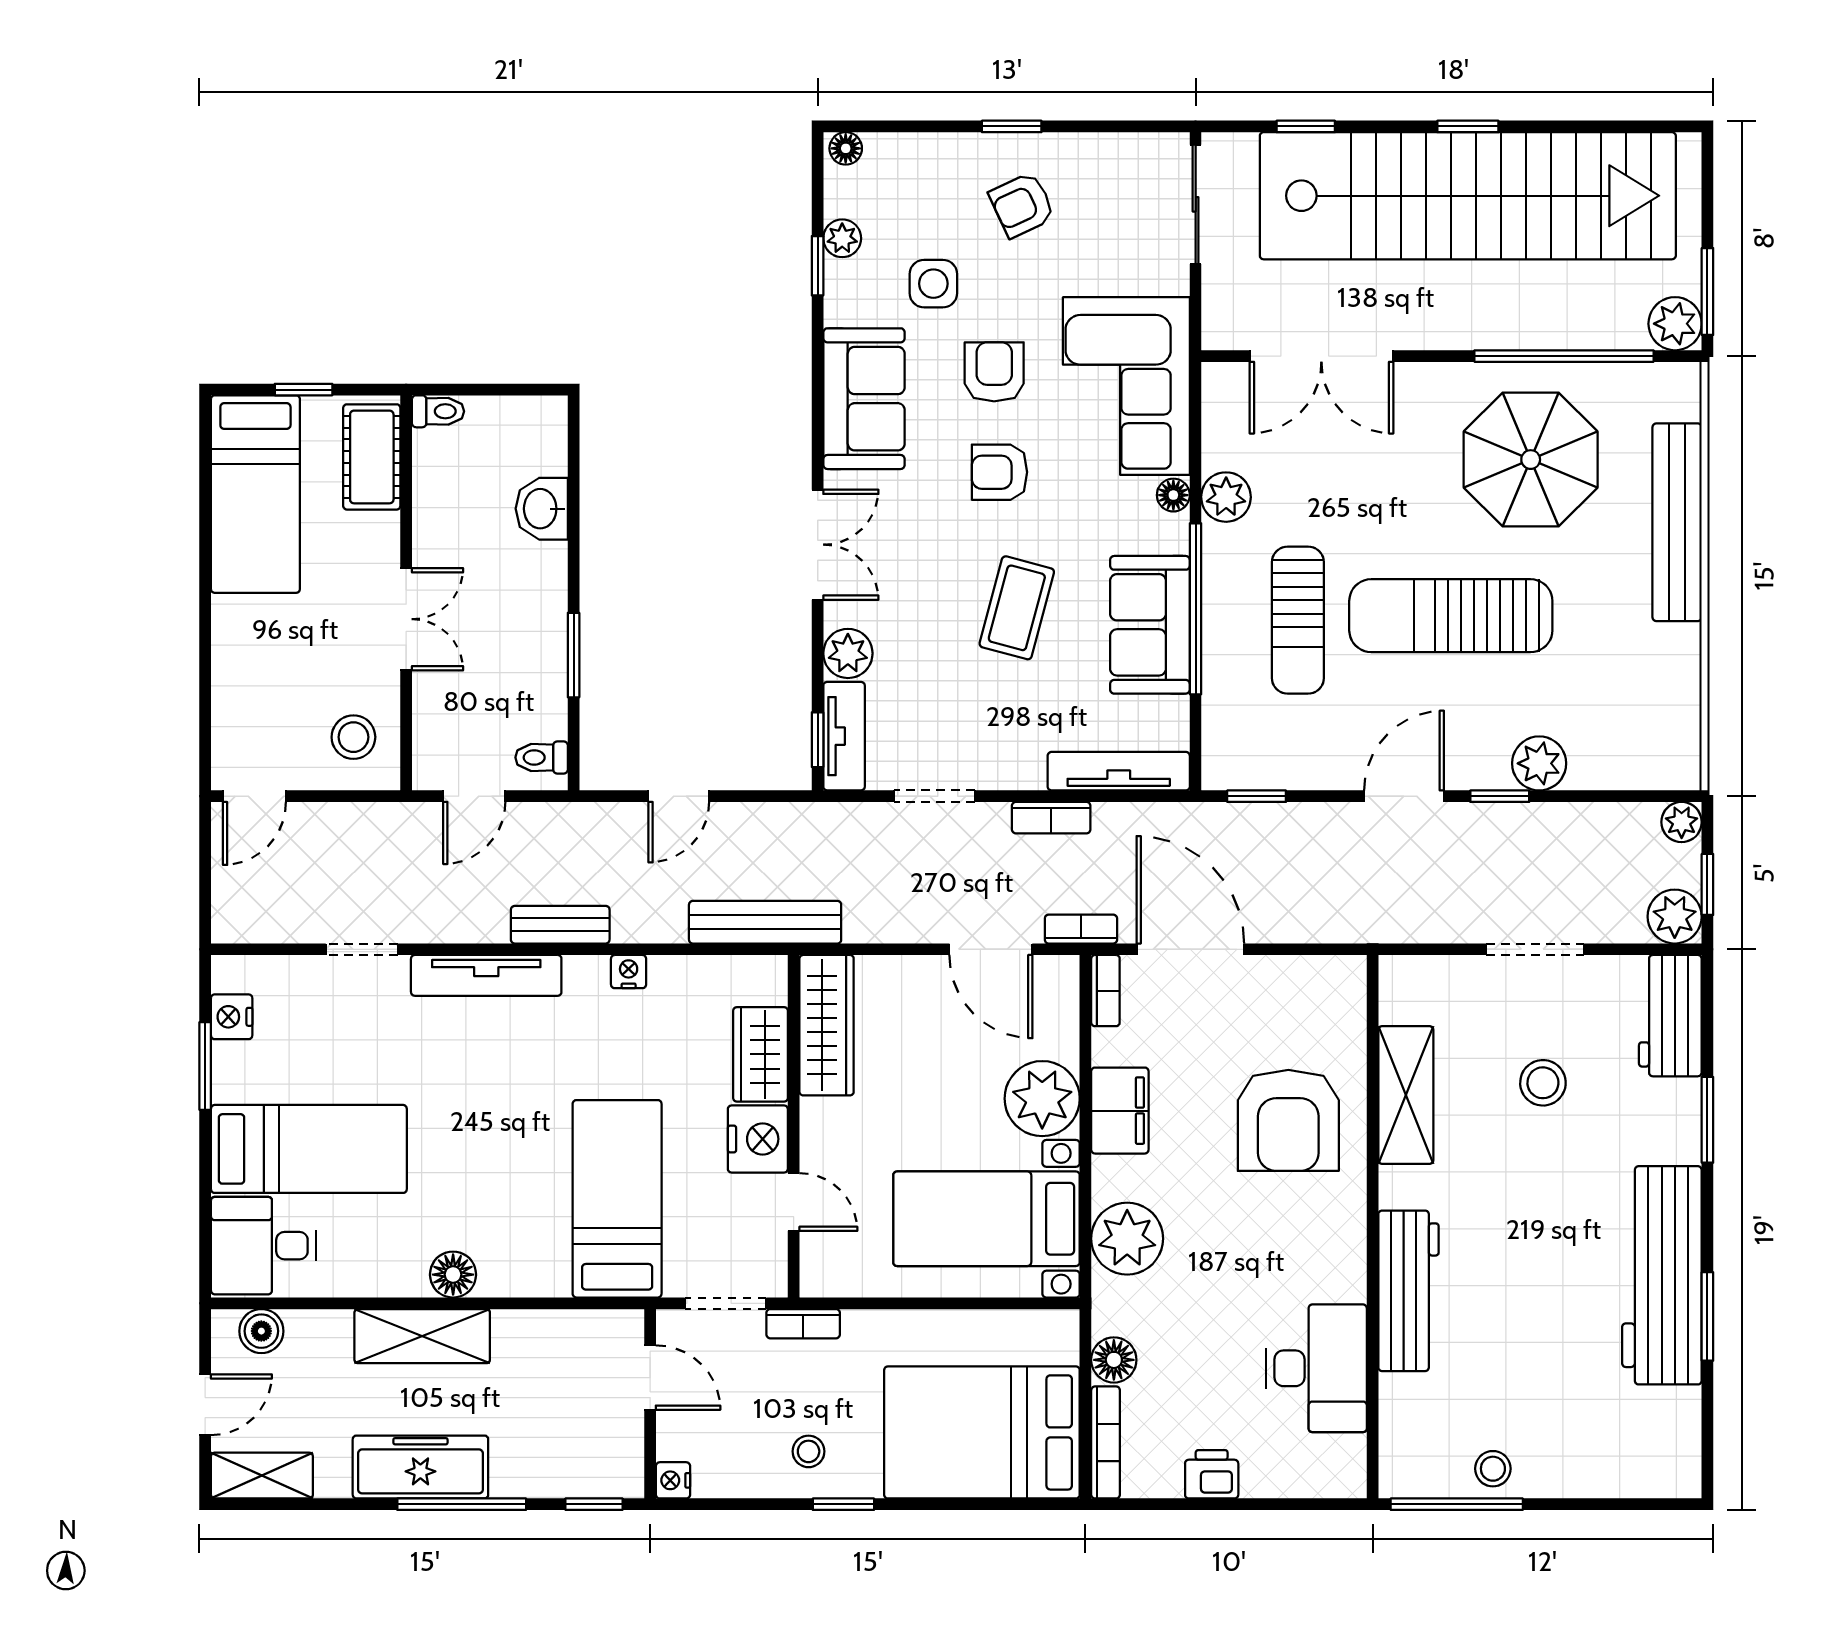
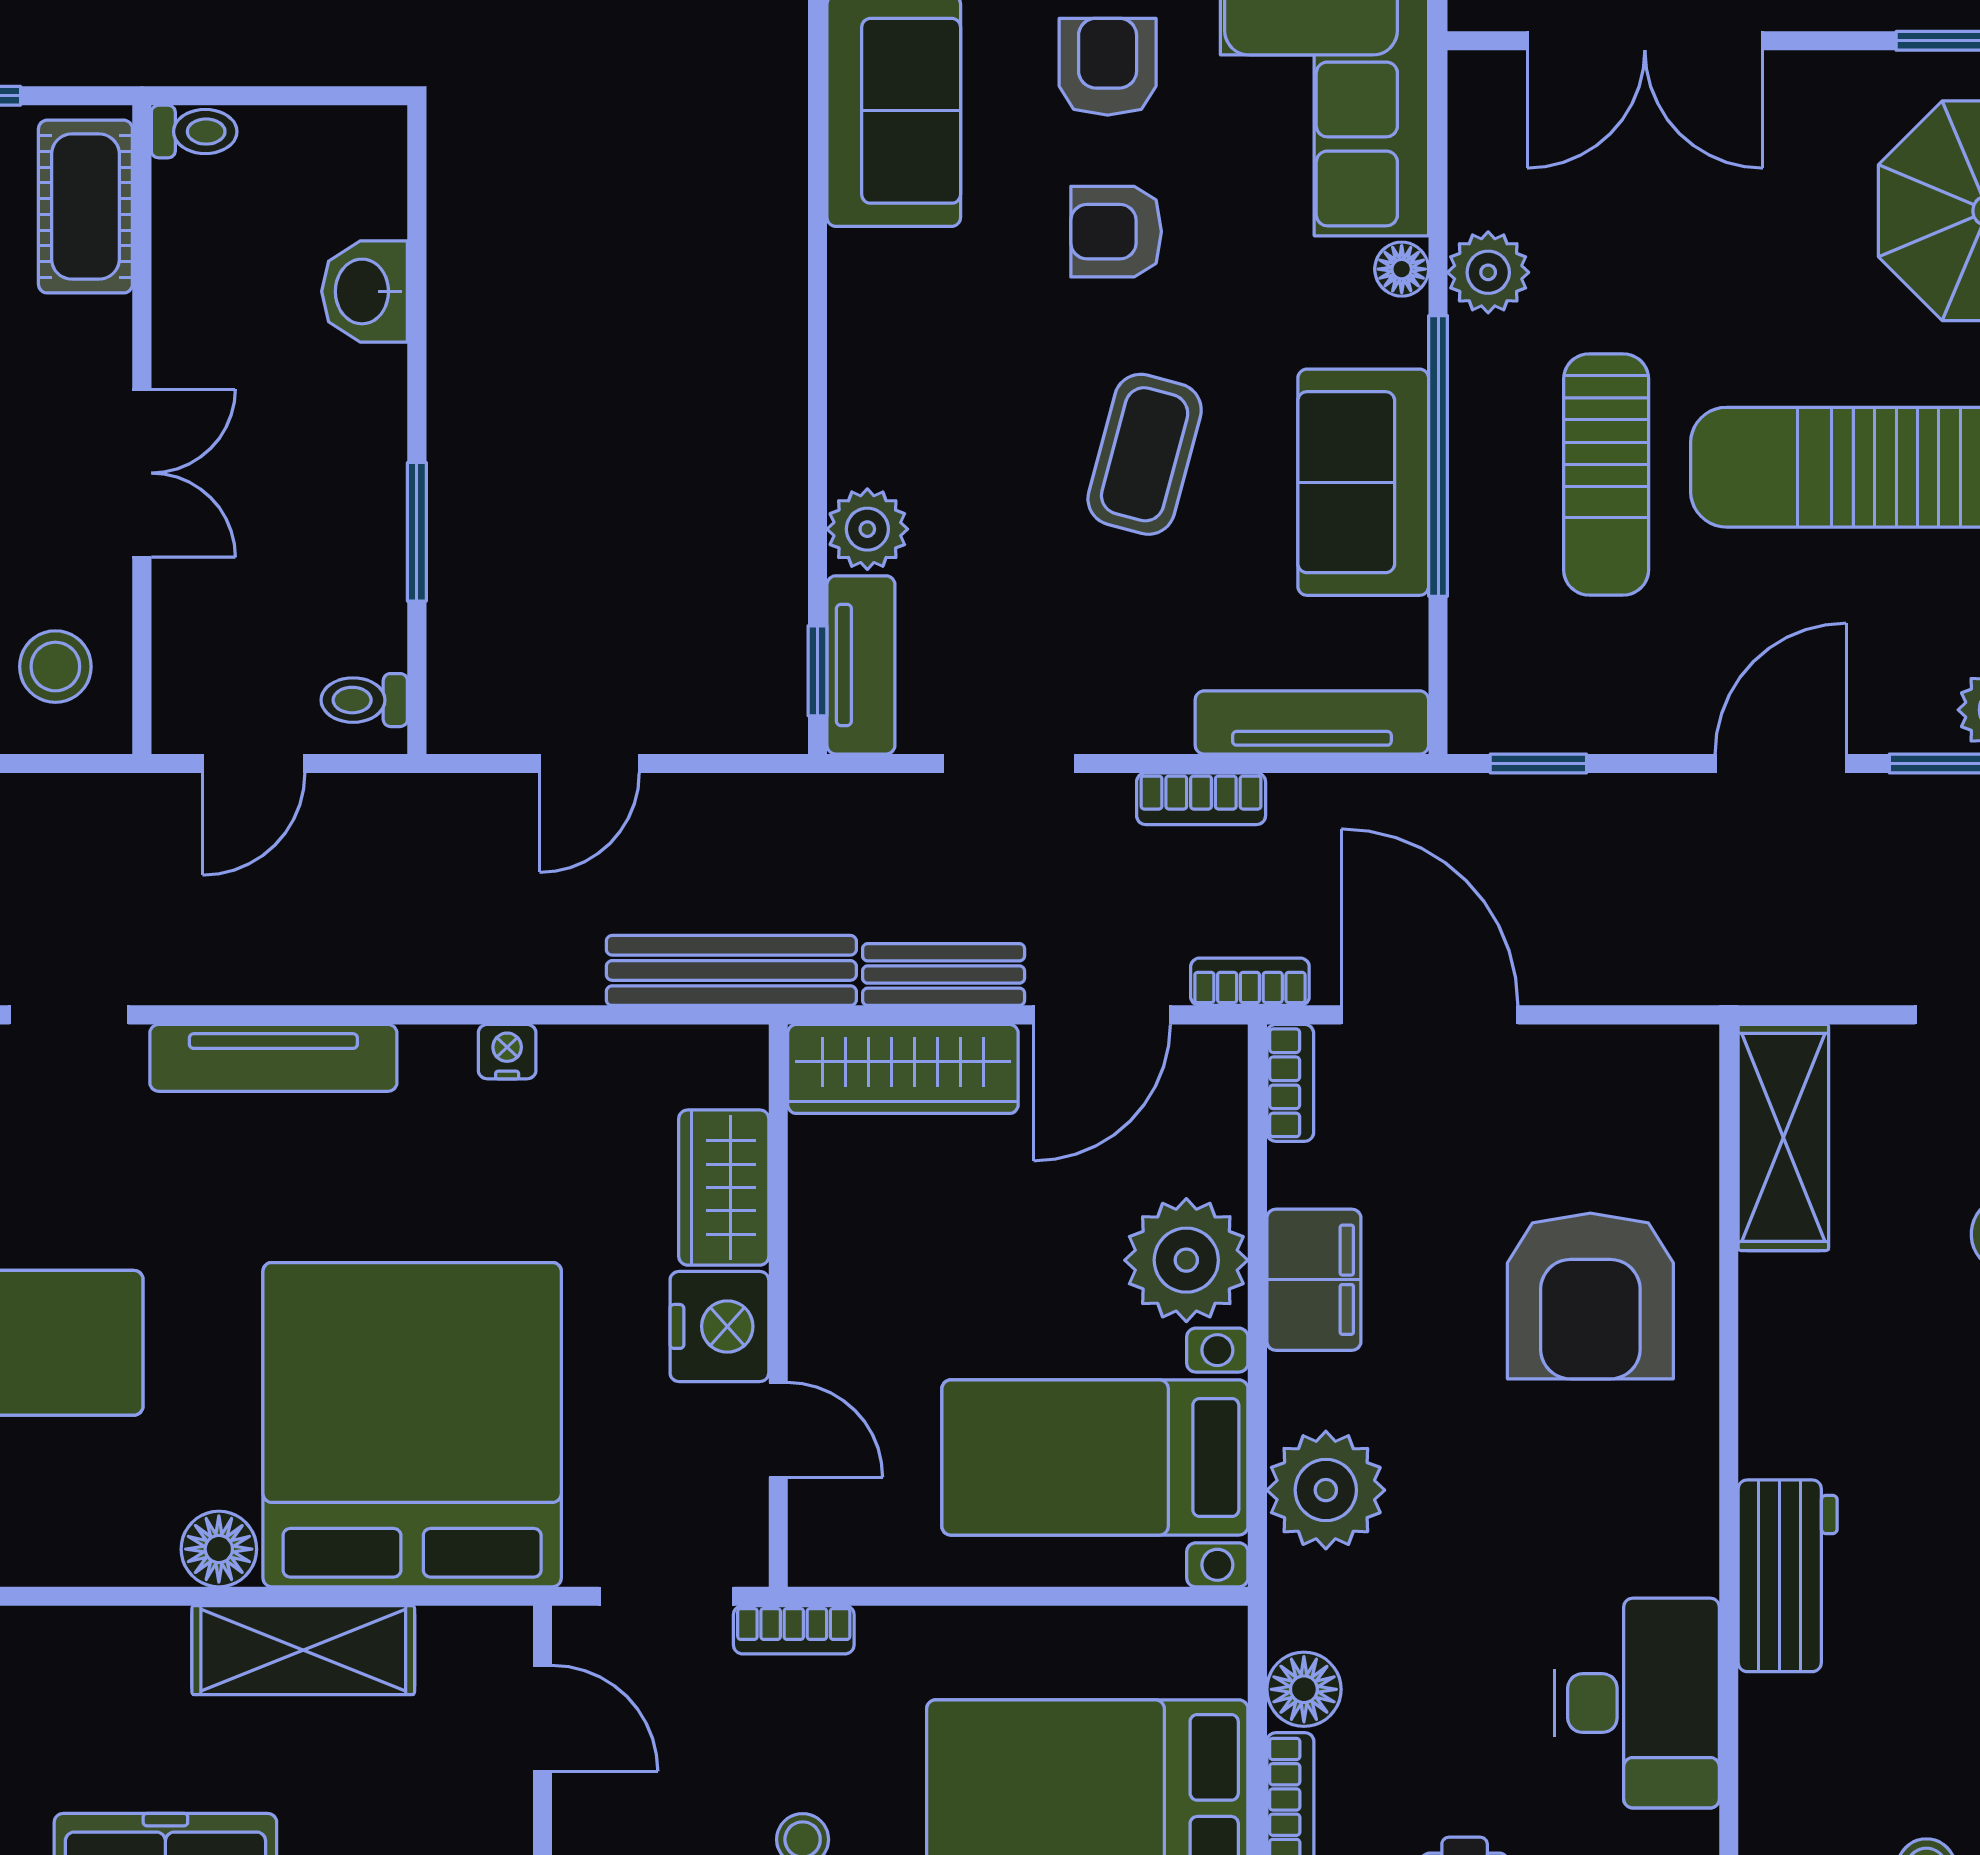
double door: (818, 545) -> (817, 351), removed
bench: (560, 925) -> (944, 975), moved
door: (991, 949) -> (1102, 1015), hinge flipped
wardrobe: (827, 1025) -> (903, 1069), moved, turned 90
shelving: (1406, 1095) -> (1783, 1137), moved
bed: (617, 1199) -> (412, 1425), width x2.04
workbench: (1408, 1291) -> (1788, 1576), width x0.73
shelving: (422, 1336) -> (303, 1650), moved

